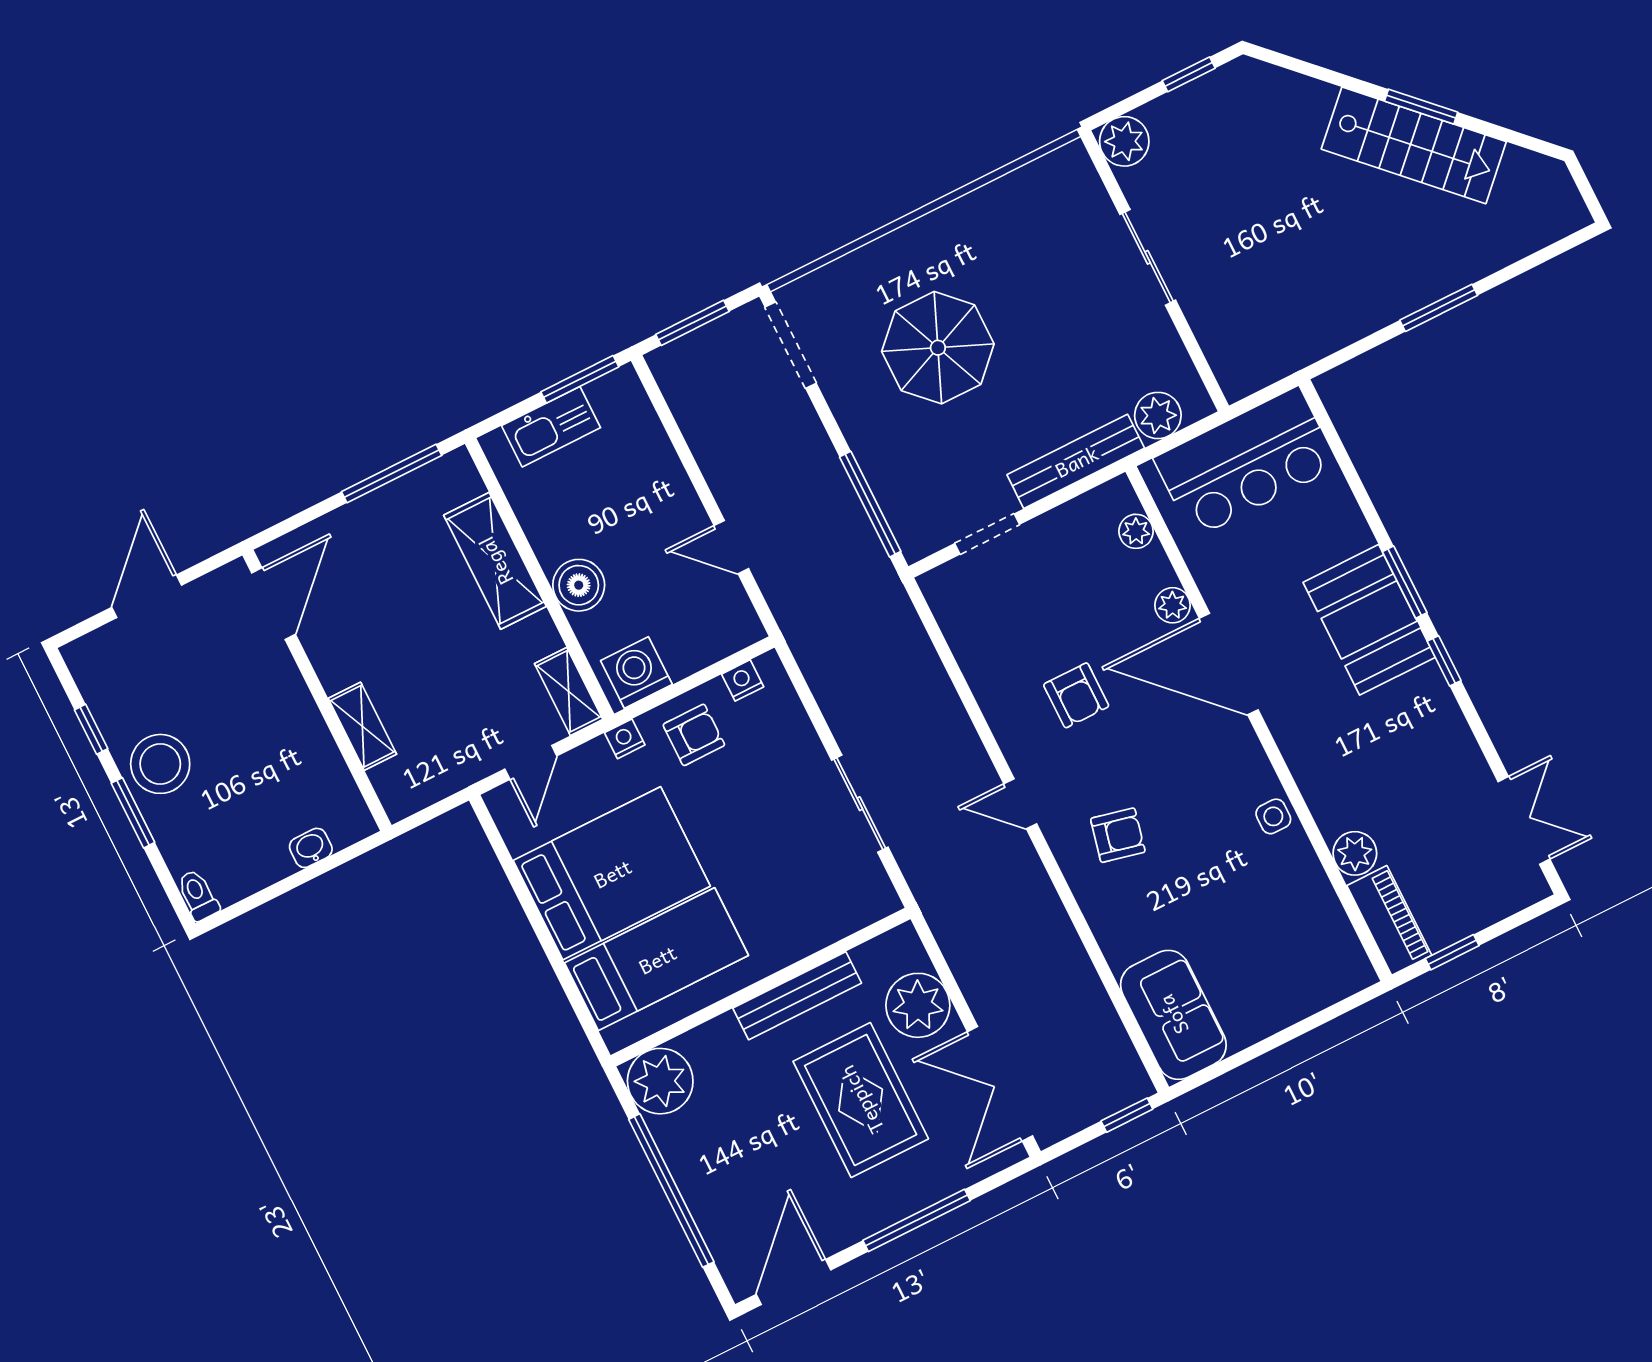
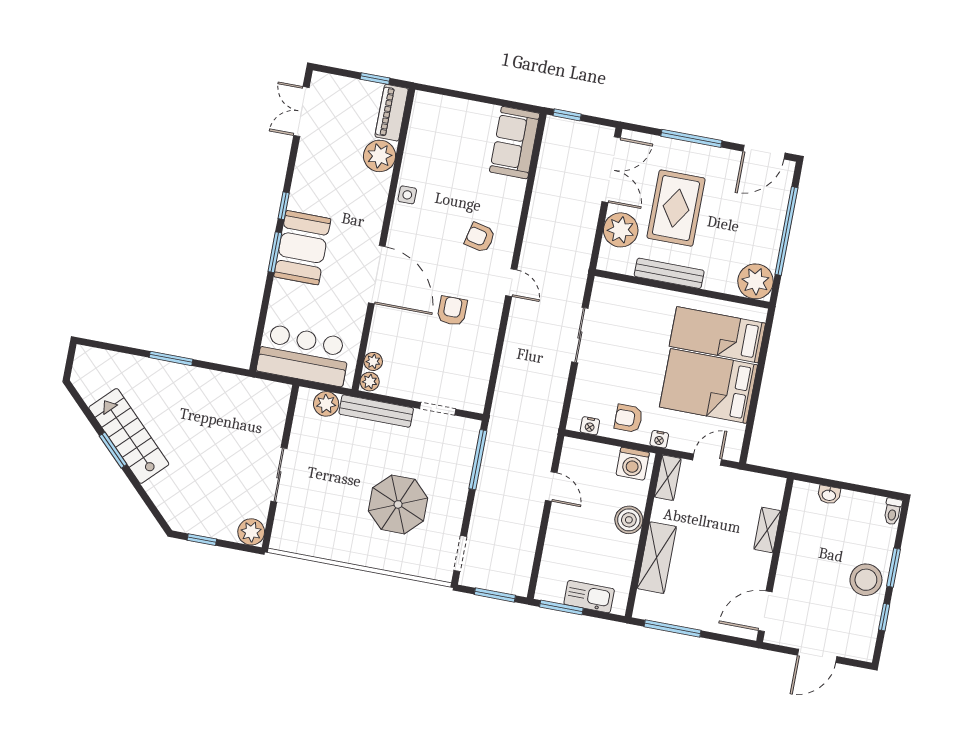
doorway: (791, 345) -> (460, 553), width x0.73
plant: (1172, 605) -> (370, 382), moved
plant: (1355, 853) -> (380, 156), width x1.36, depth x1.36

